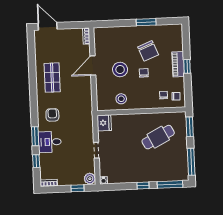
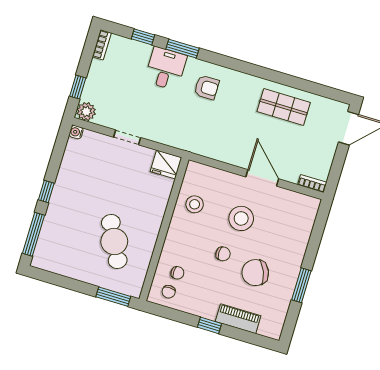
piano: (178, 64) -> (238, 319), moved
shop shelf: (52, 78) -> (284, 107), moved
window: (191, 162) -> (58, 280), removed

